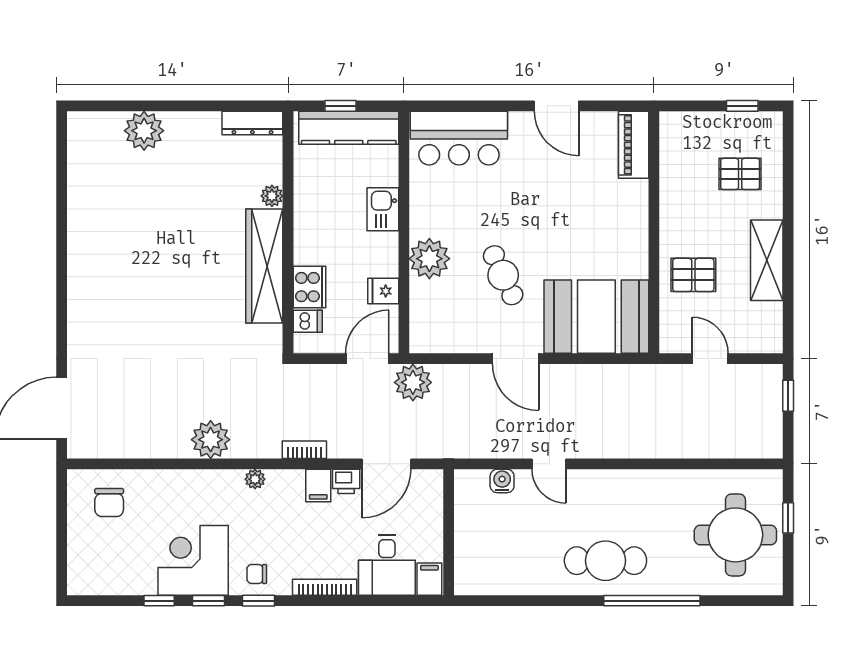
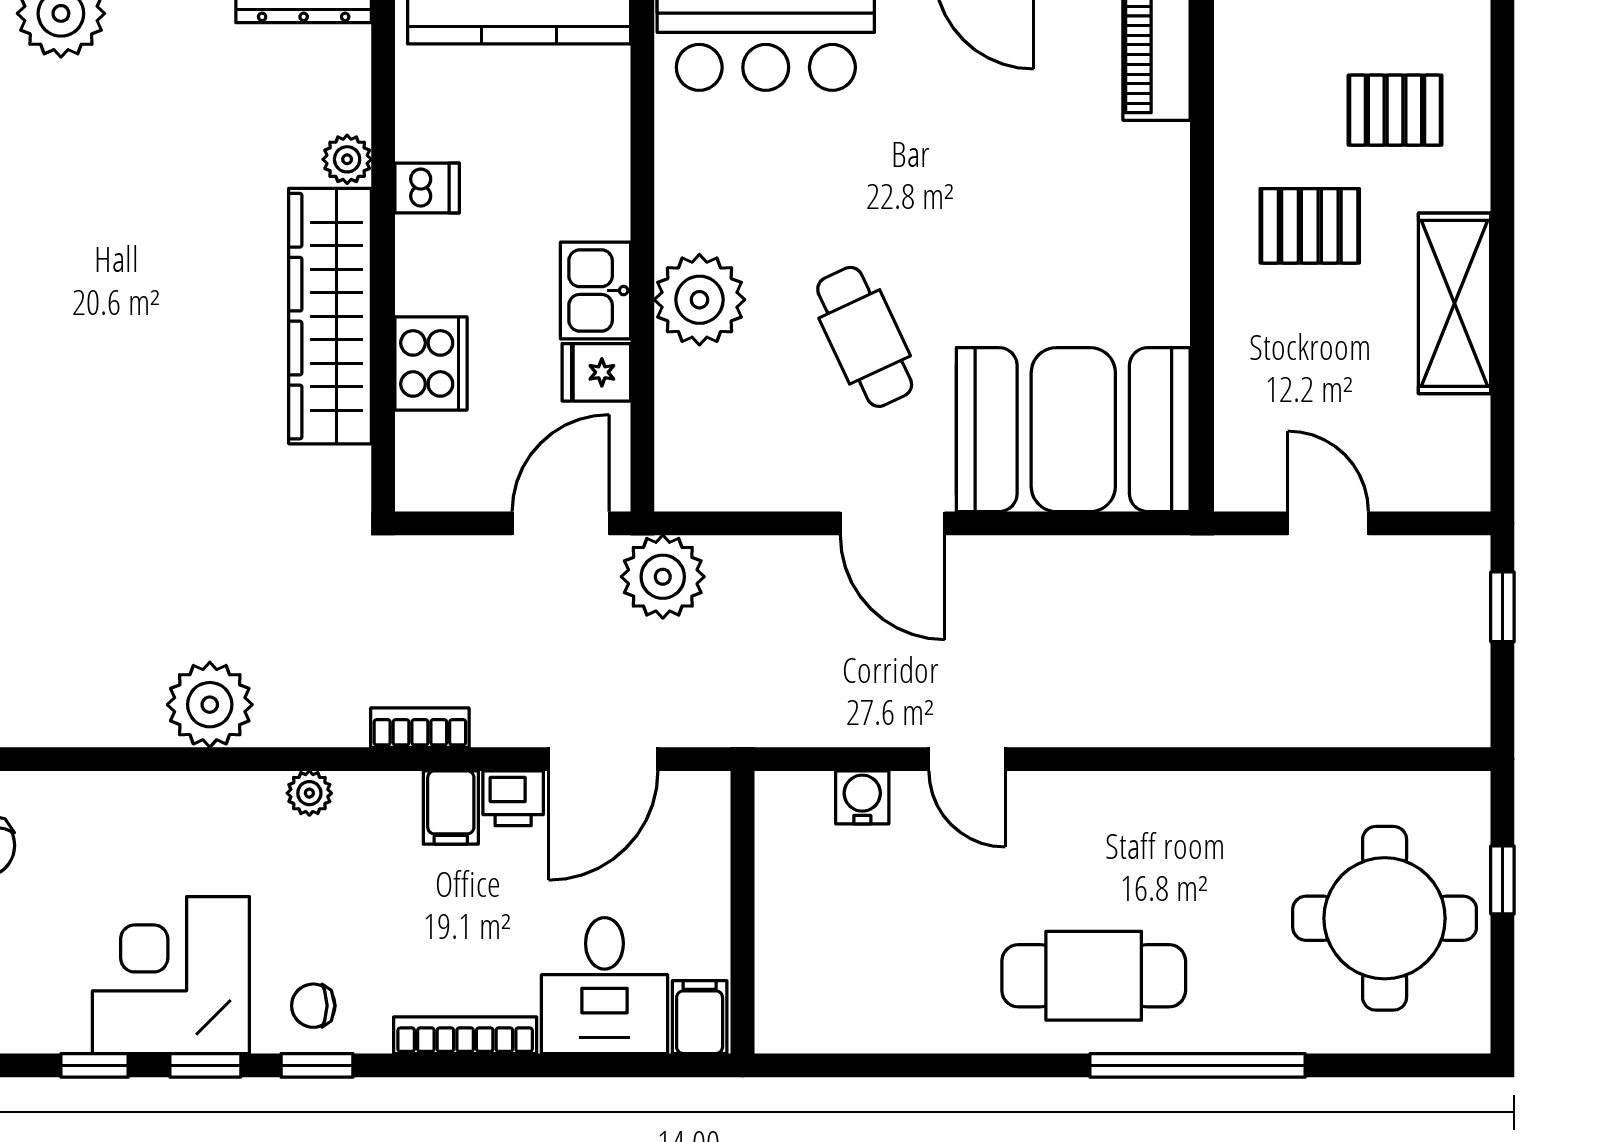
kitchen sink: (383, 209) -> (595, 291), moved
pallet: (693, 275) -> (1310, 226), moved
dishwasher: (308, 321) -> (427, 188), moved

